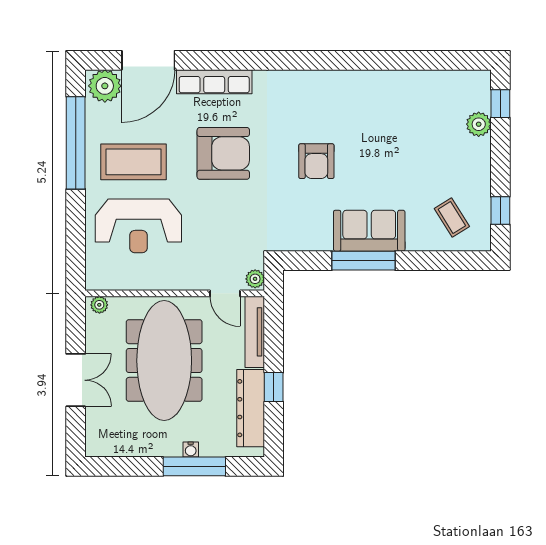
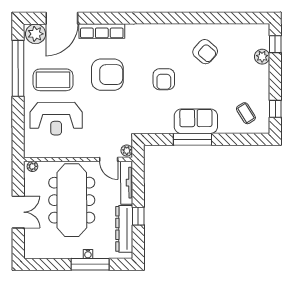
armchair: (385, 116) -> (205, 52), added

